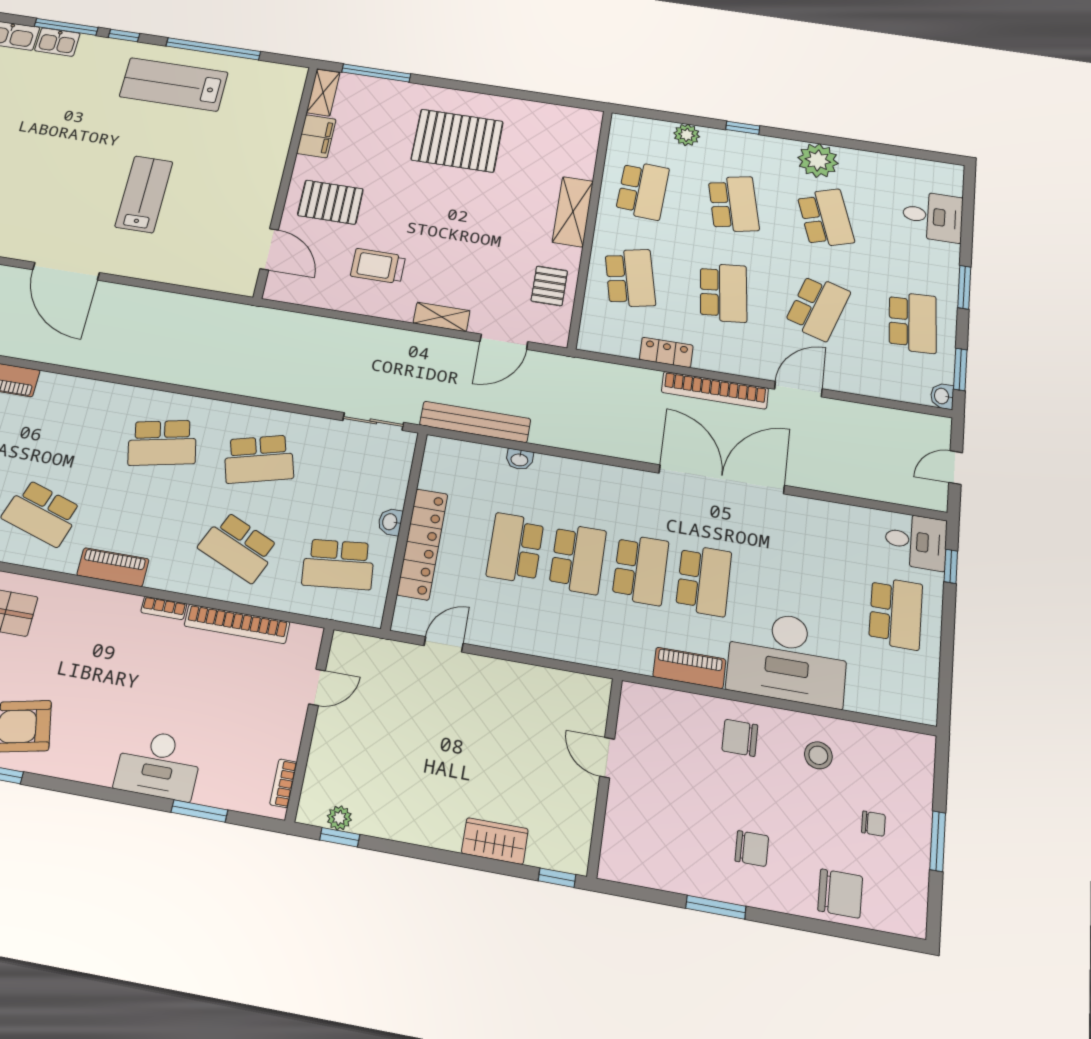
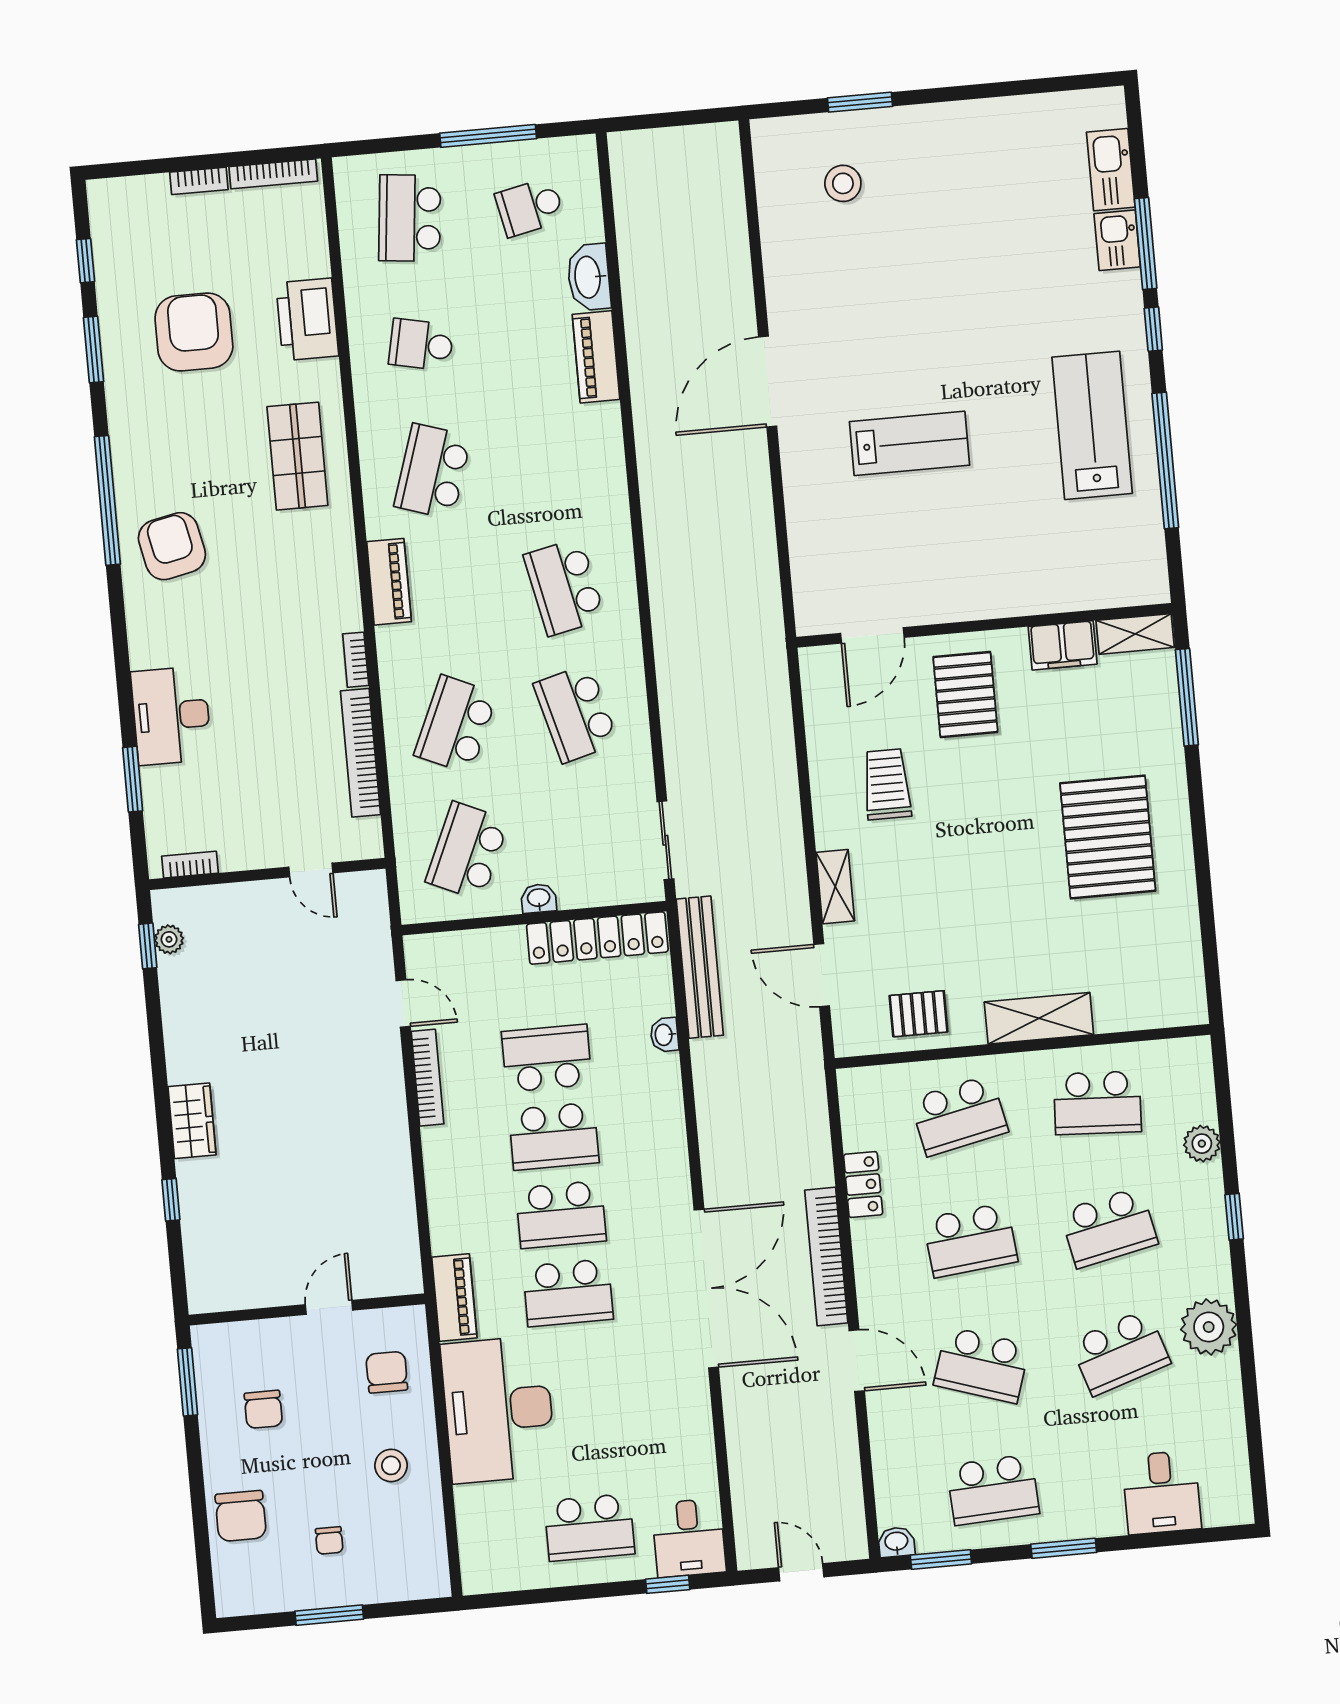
locker: (422, 544) -> (597, 938), moved
school desk: (338, 564) -> (467, 851), turned 30
bookcase: (508, 641) -> (428, 1078), added
door: (607, 758) -> (329, 1307), moved
wall: (605, 776) -> (307, 1309), moved

